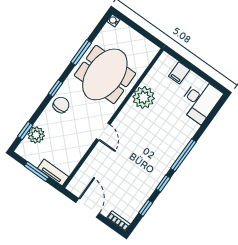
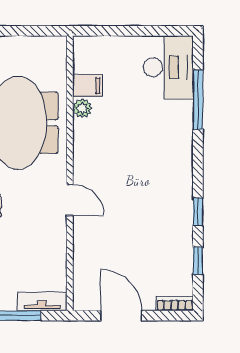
filing cabinet: (179, 73) -> (87, 86), moved, turned -90
plant: (144, 97) -> (82, 108), width x0.53, depth x0.53
window: (183, 155) -> (198, 100), moved

